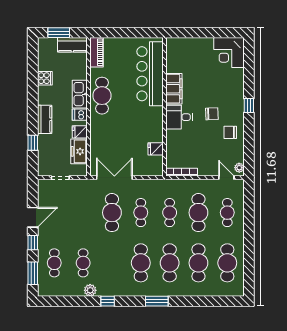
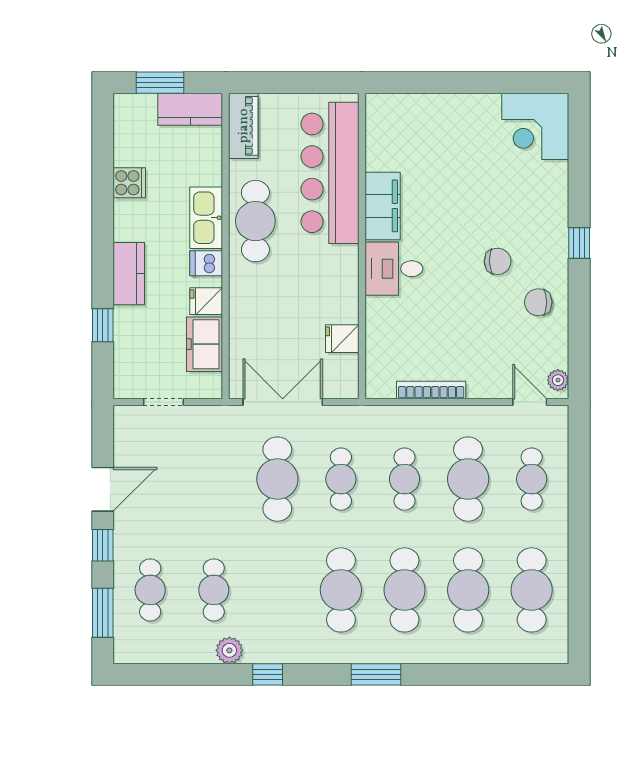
bar counter: (150, 74) -> (330, 173), moved
filing cabinet: (174, 89) -> (383, 206), moved
wall: (165, 107) -> (362, 246), moved
desk: (179, 117) -> (394, 269), moved
fridge: (156, 149) -> (342, 339), moved

